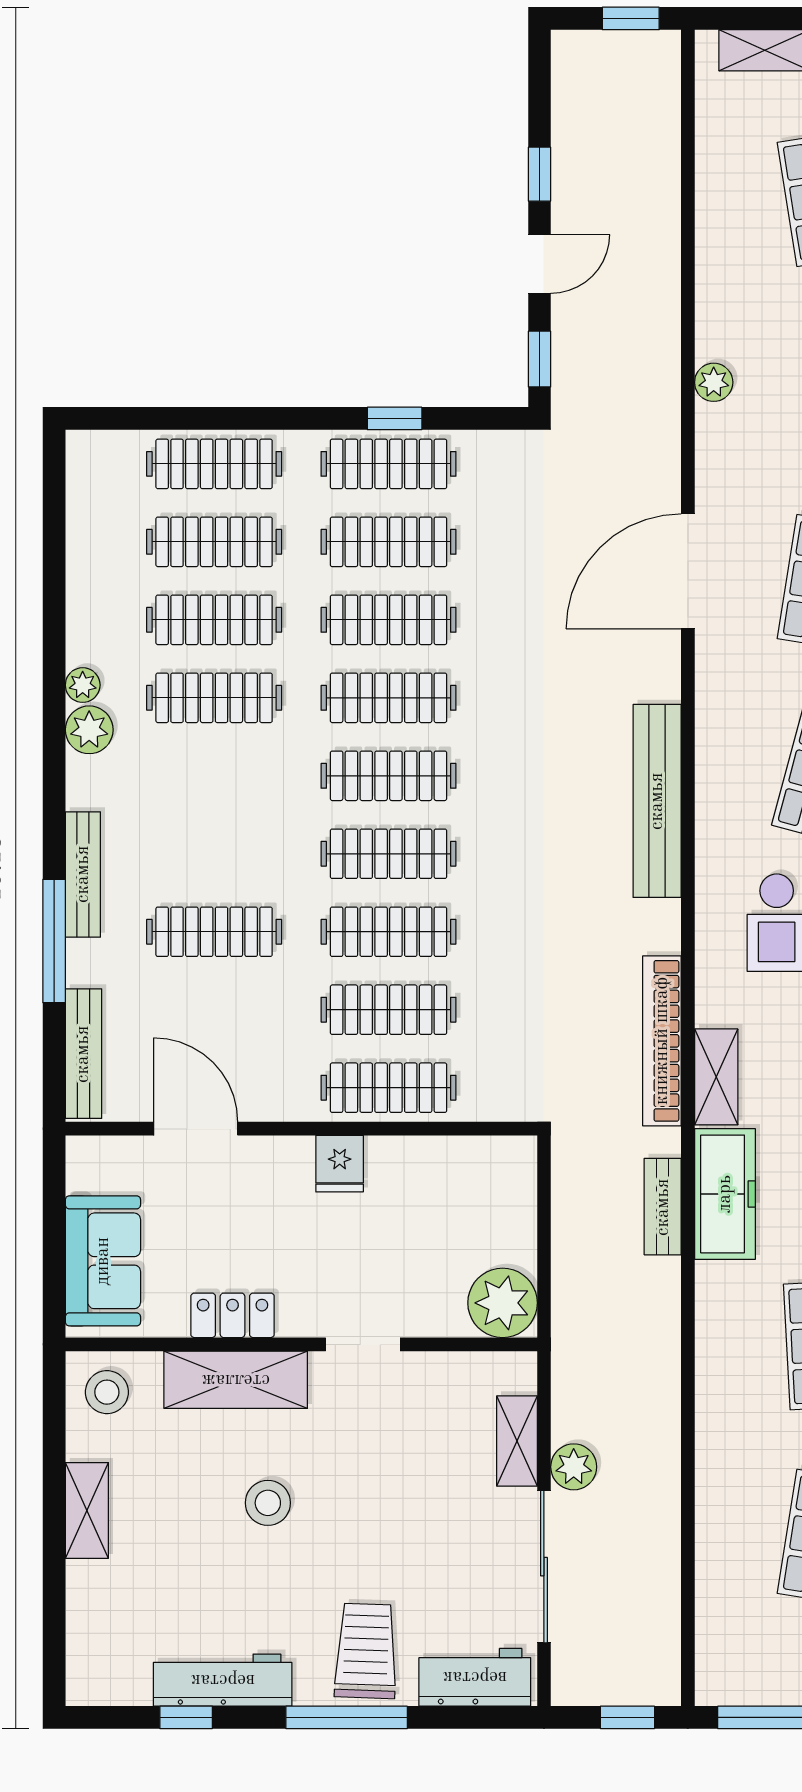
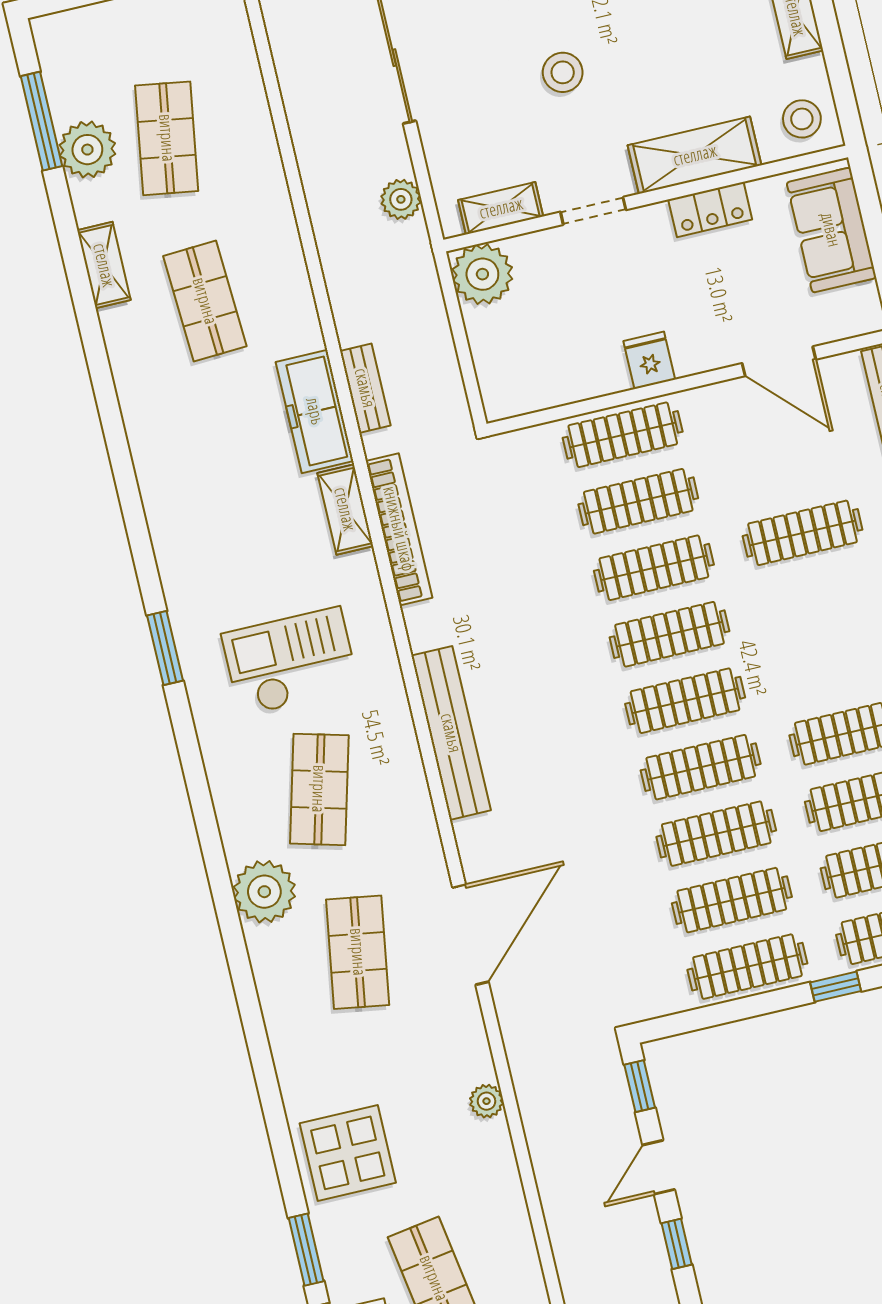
window: (395, 418) -> (836, 987), moved
shelving: (517, 1441) -> (501, 208), moved, turned 90
plant: (574, 1467) -> (401, 199), moved
stool: (268, 1503) -> (563, 72), moved

